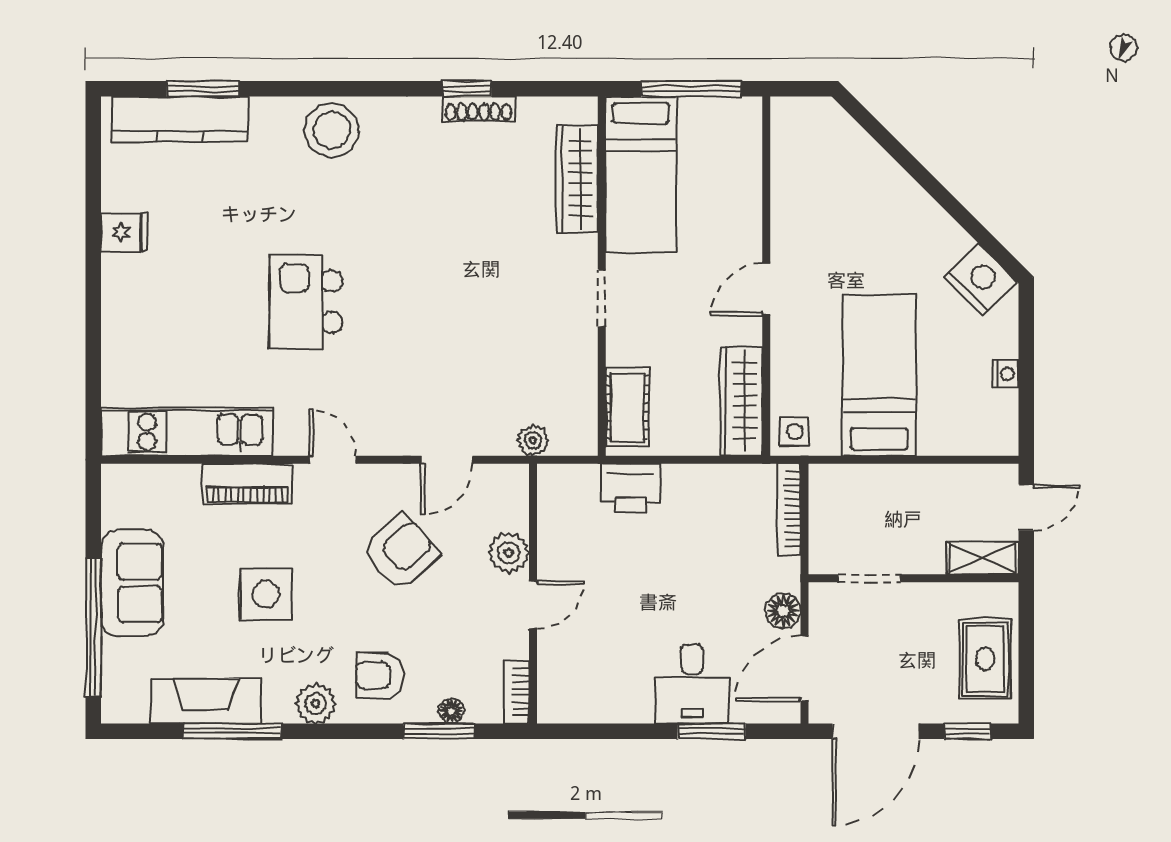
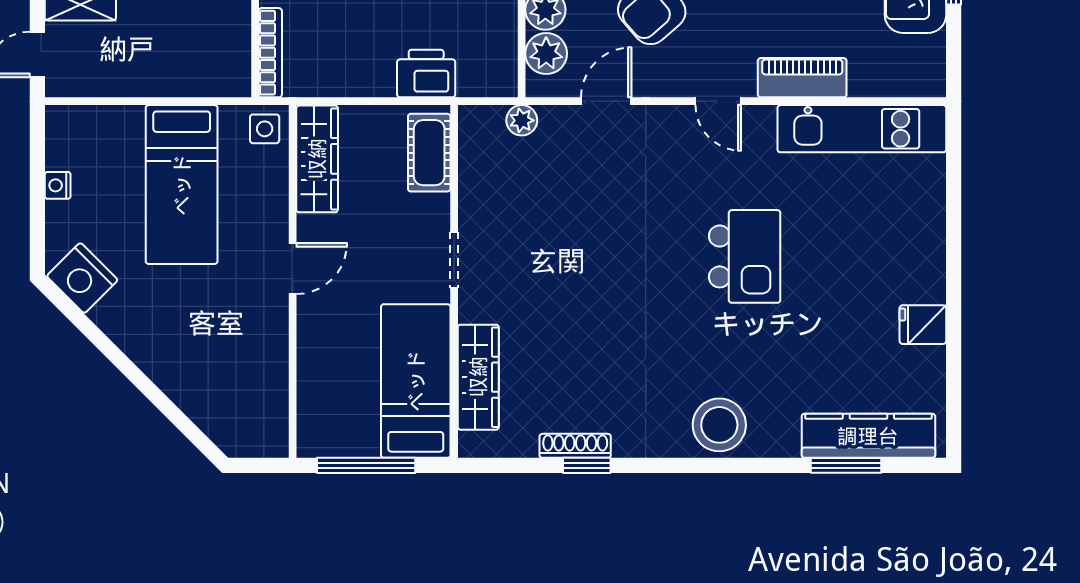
plant: (508, 508) -> (546, 54), added

